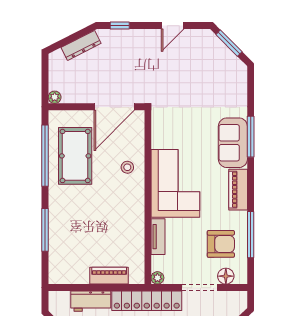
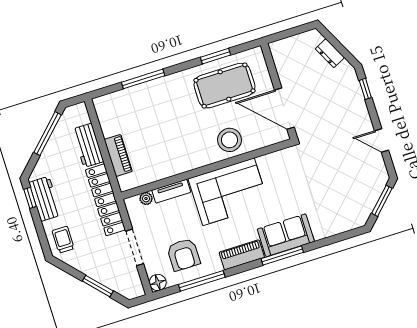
dresser: (81, 45) -> (330, 53), width x0.70
plant: (55, 97) -> (275, 48), removed
window: (251, 137) -> (282, 255), moved
window: (45, 156) -> (216, 56), width x0.47
stool: (127, 167) -> (230, 140), width x1.89, depth x1.89
floor lamp: (226, 276) -> (158, 282), moved
plant: (157, 278) -> (146, 199), moved

